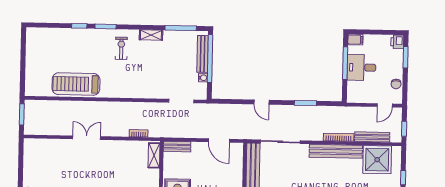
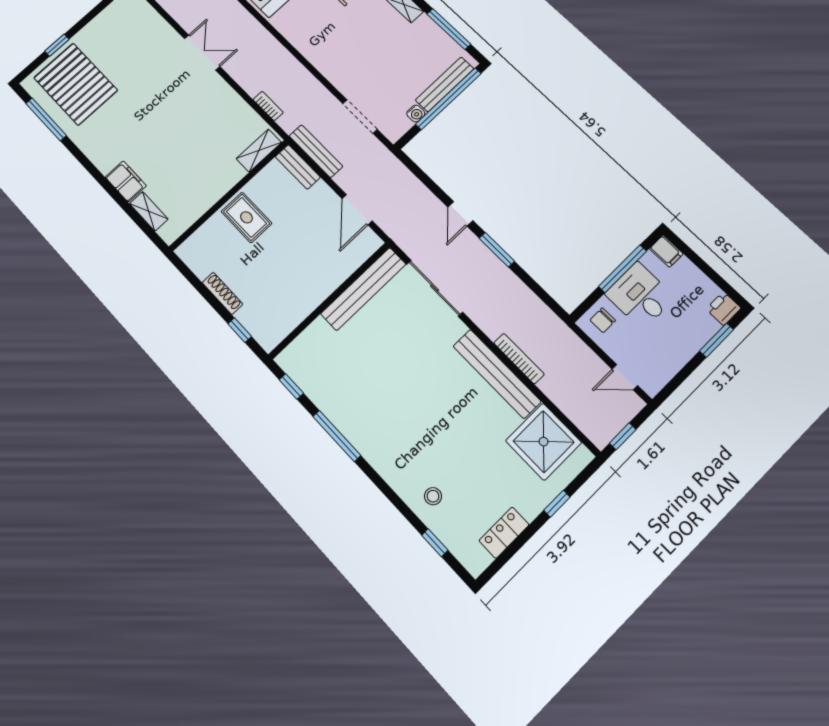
chair: (396, 84) -> (603, 320), moved
window: (305, 103) -> (497, 250), moved
bench: (372, 137) -> (316, 151), moved

